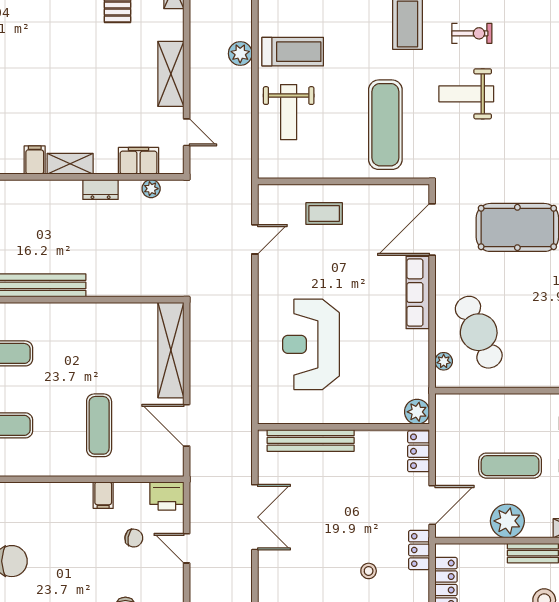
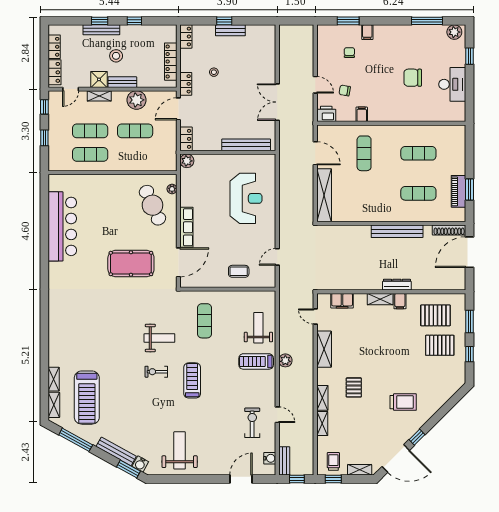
exercise mat: (385, 125) -> (204, 321), width x0.73, depth x0.69
plant: (151, 189) -> (335, 285), removed
dresser: (101, 190) -> (397, 285), moved, width x1.44

